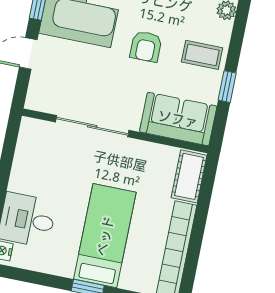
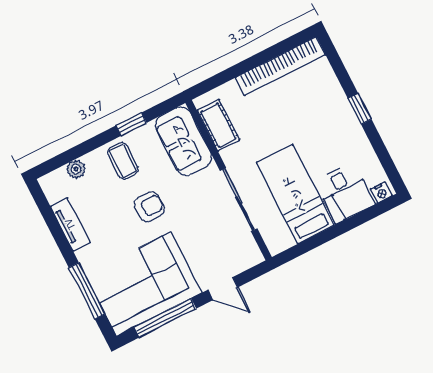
cot: (189, 176) -> (218, 125), moved, turned 90
bed: (105, 236) -> (295, 194), moved, turned 90

